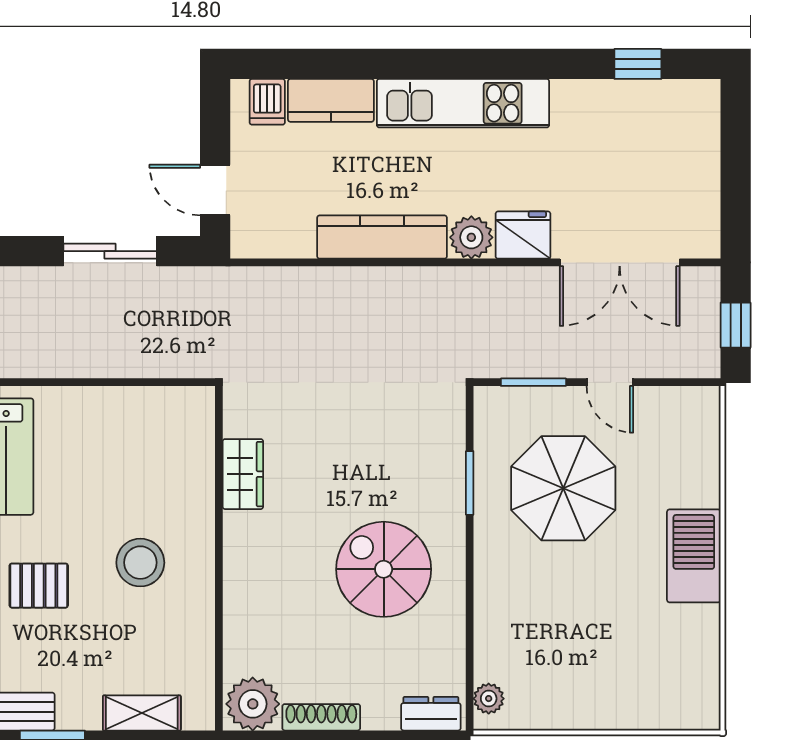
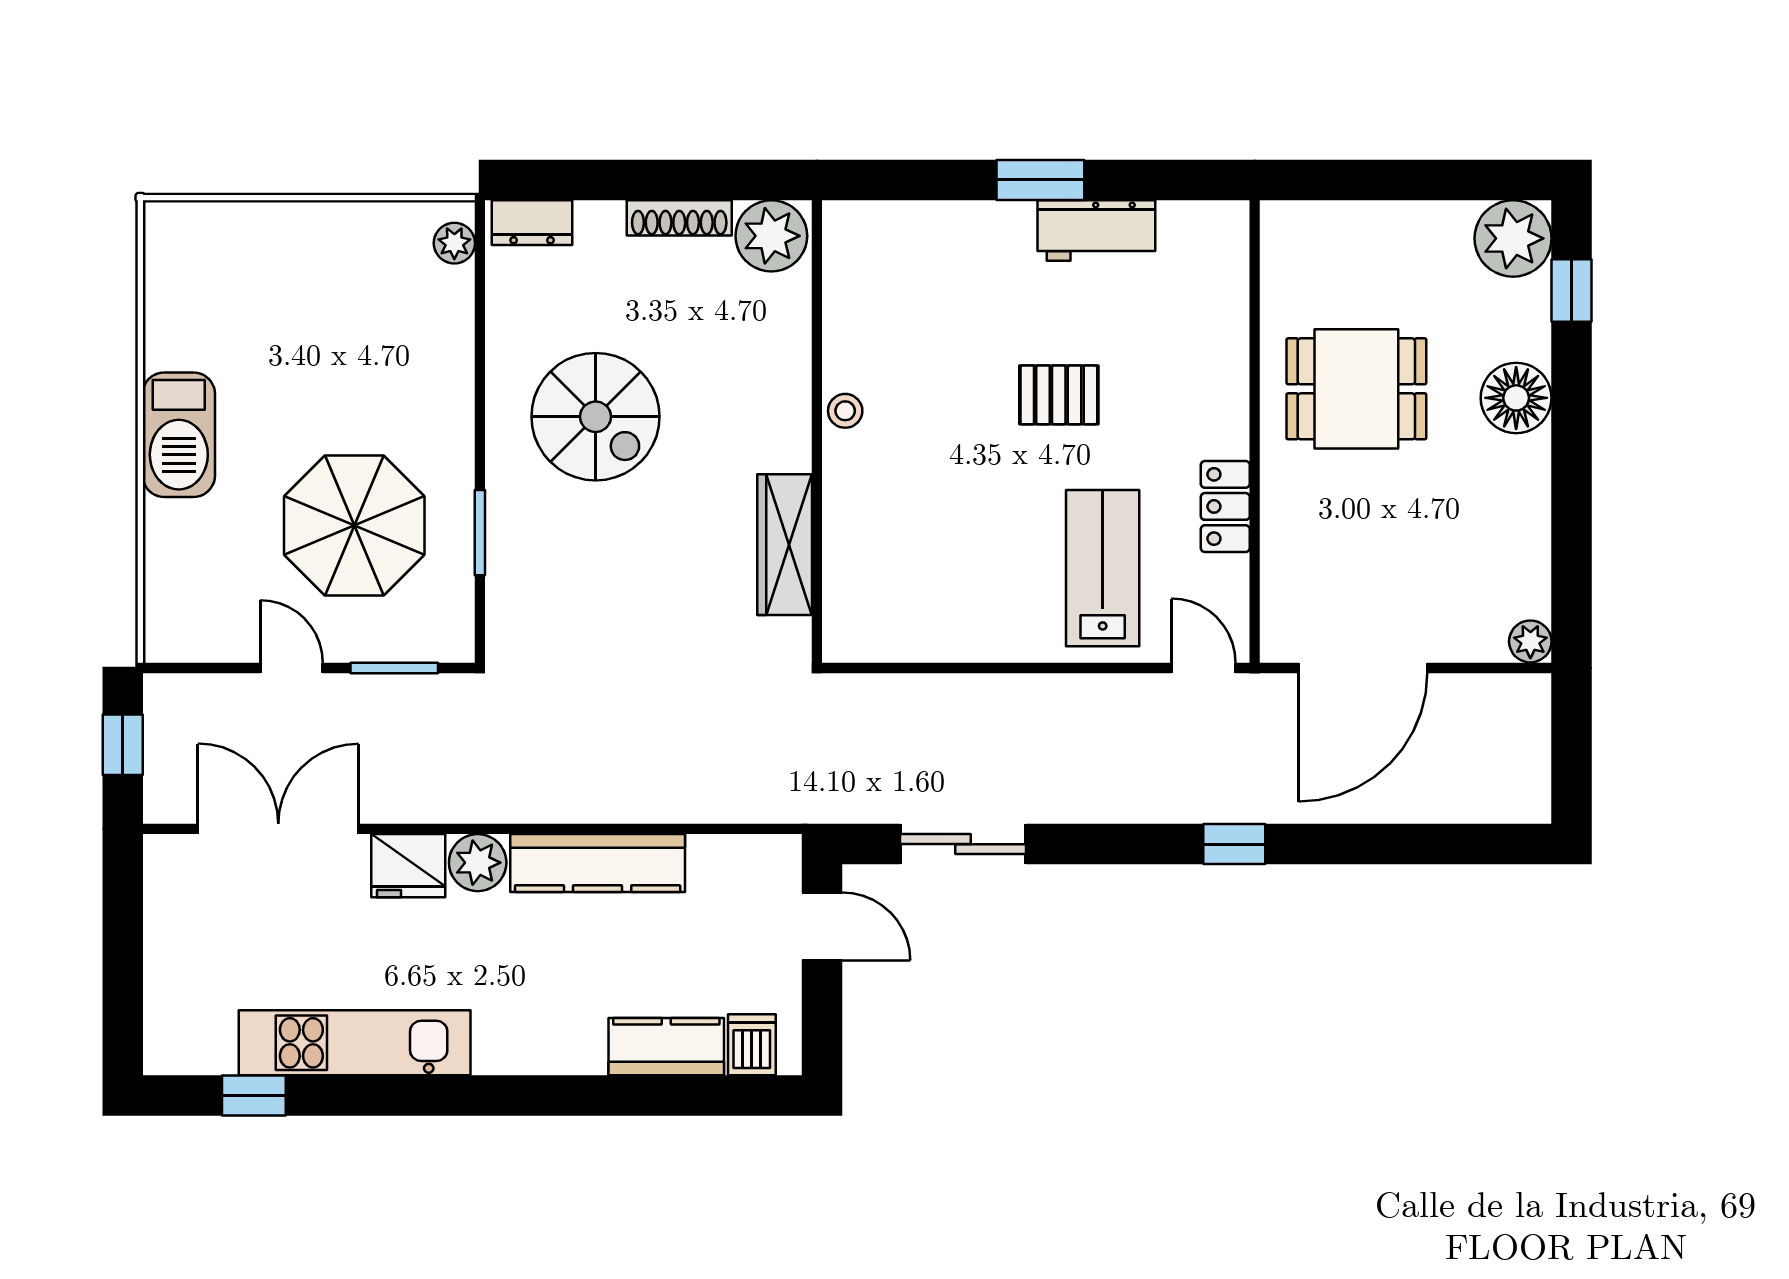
kitchen unit: (463, 103) -> (355, 1043), moved
wardrobe: (243, 474) -> (785, 545), width x1.50
stool: (140, 563) -> (845, 411), moved, width x0.53, depth x0.53
shelving: (142, 713) -> (920, 224), removed

